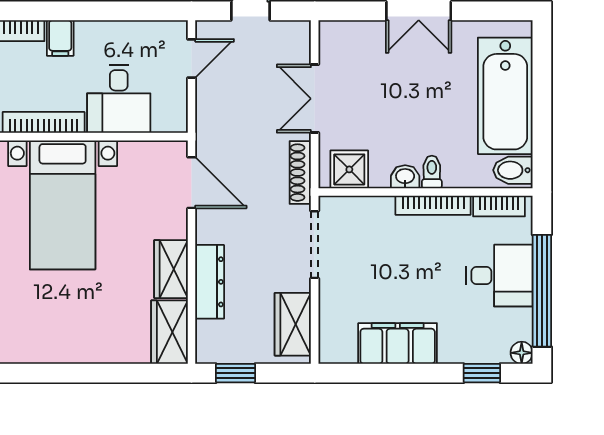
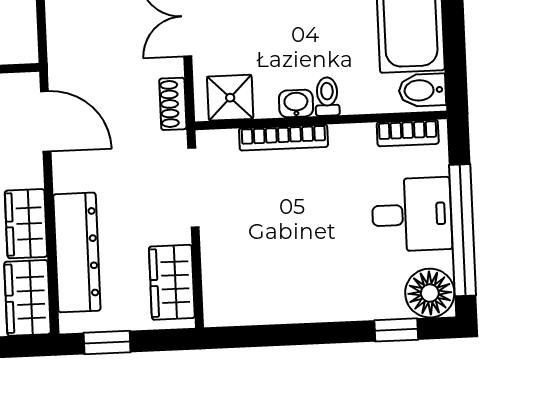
shoe rack: (300, 173) -> (173, 104), width x0.70
bookcase: (433, 205) -> (283, 138), moved
dresser: (210, 282) -> (77, 252), width x1.37, depth x1.24
filing cabinet: (398, 343) -> (296, 299), removed
floor lamp: (522, 353) -> (430, 293), width x1.89, depth x1.89

